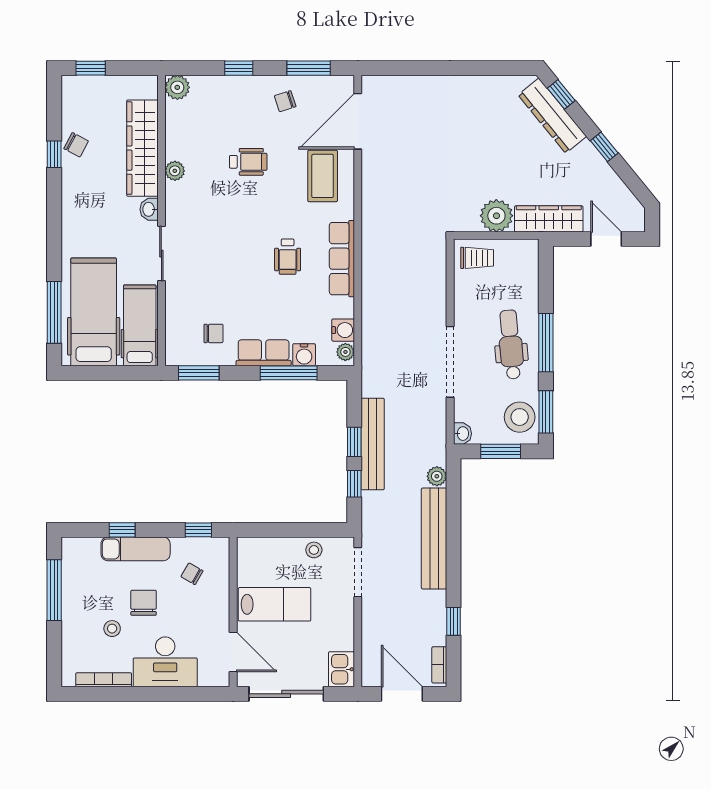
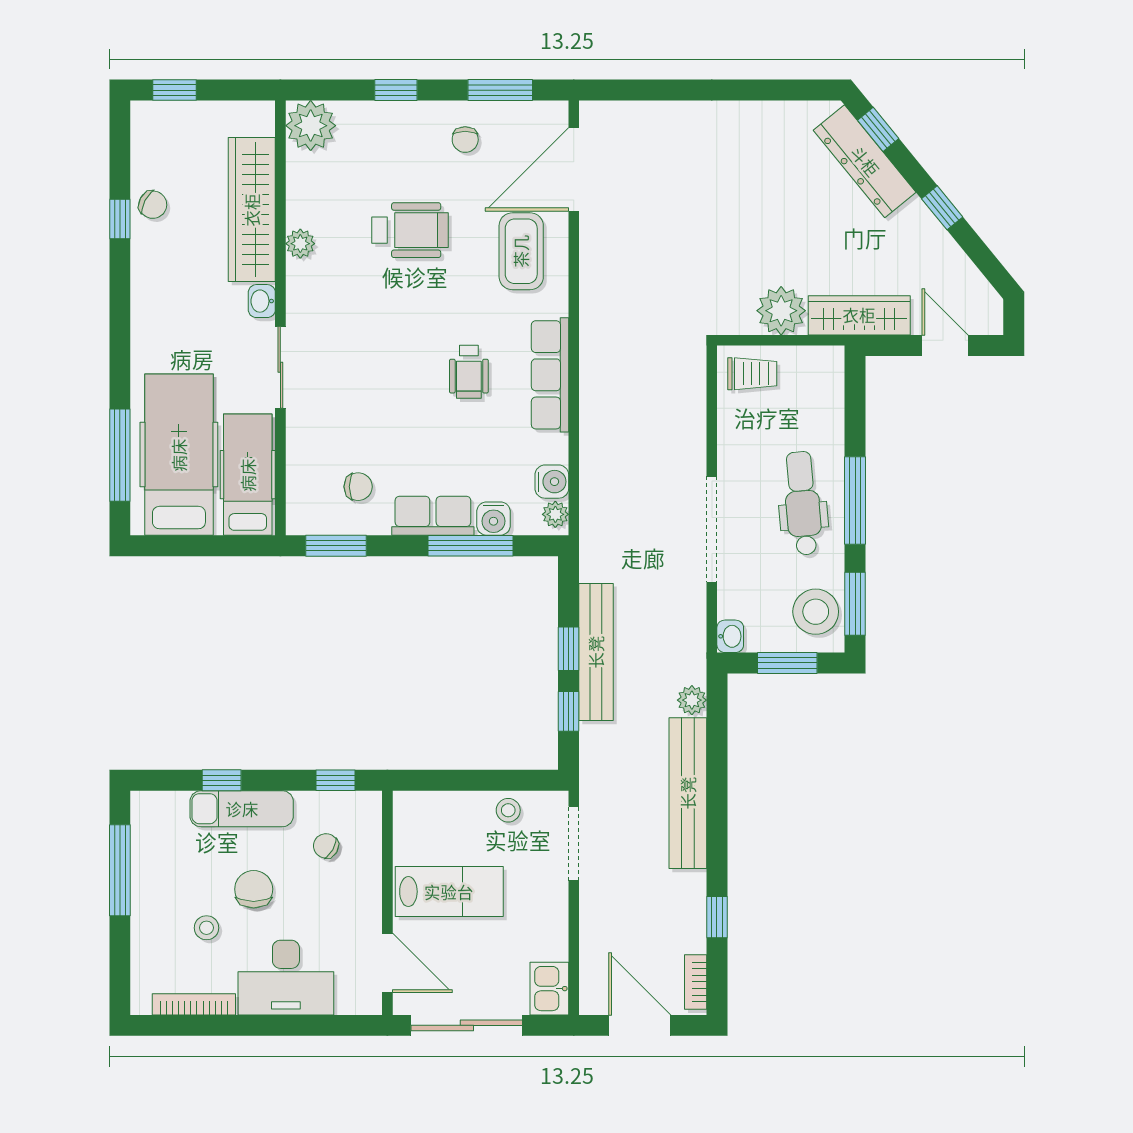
plant: (177, 87) -> (311, 126), width x1.36, depth x1.36
chair: (285, 101) -> (465, 140), turned -72
wheelchair: (248, 162) -> (410, 230), width x1.36, depth x1.37

